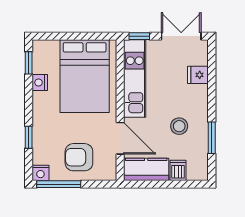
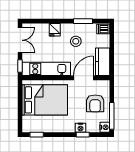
double door: (181, 36) -> (20, 40), swing flipped
fridge: (198, 75) -> (55, 30), moved
nightstand: (40, 83) -> (80, 128), moved
dishwasher: (178, 170) -> (103, 29), moved

